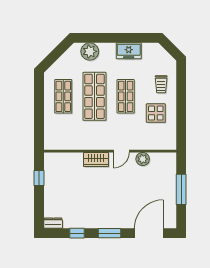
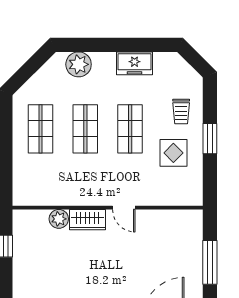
shop shelf: (94, 96) -> (85, 129), width x0.70, depth x0.74
window: (181, 103) -> (210, 139), added
door: (121, 151) -> (124, 208), hinge flipped
plant: (143, 159) -> (59, 219), moved

